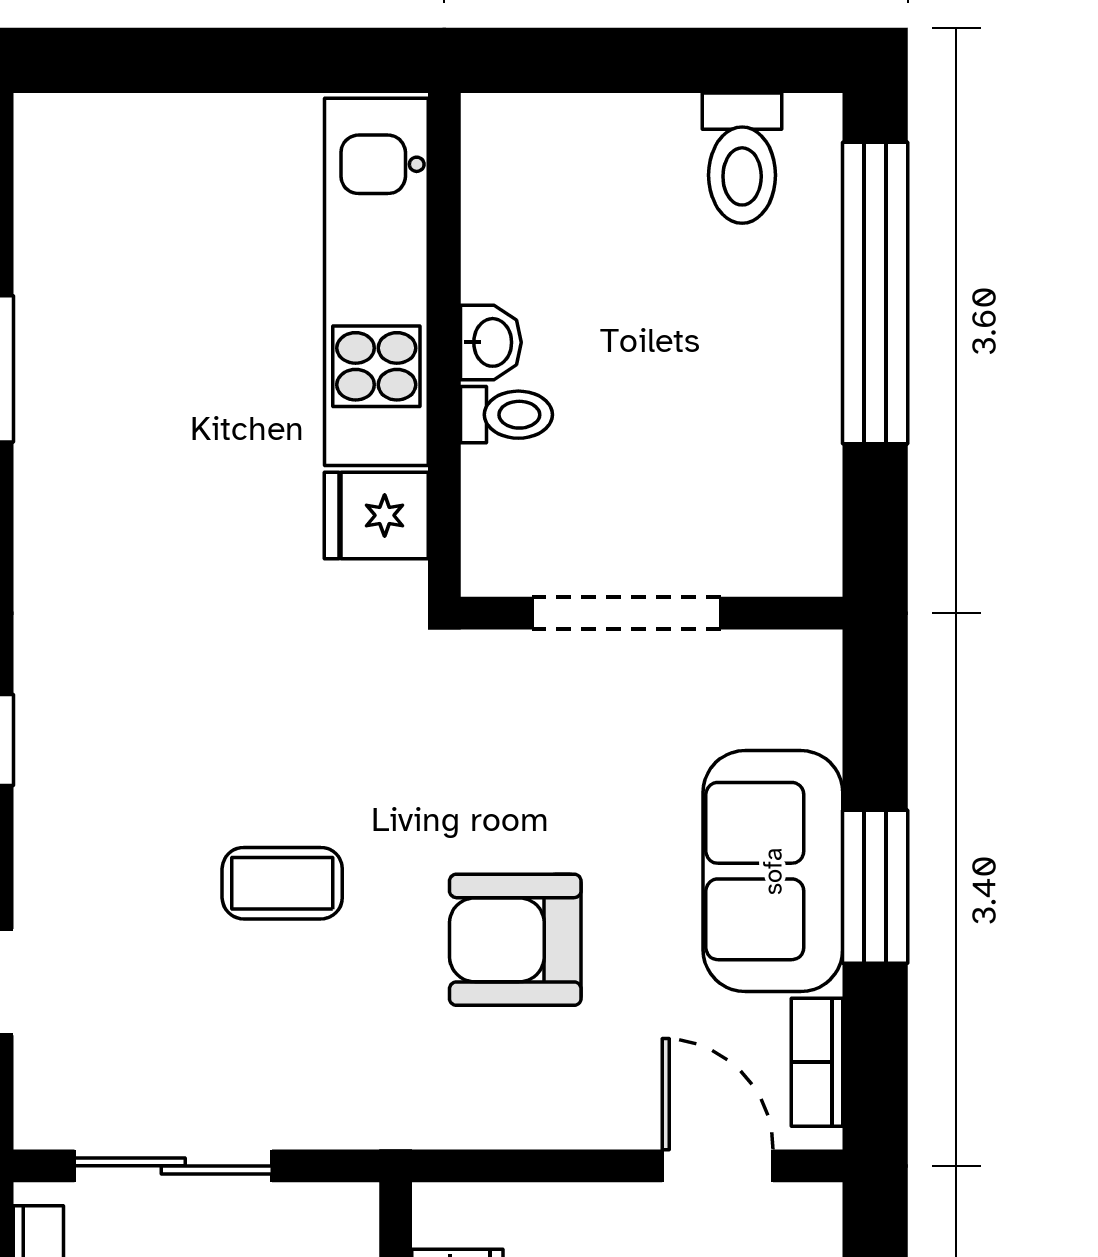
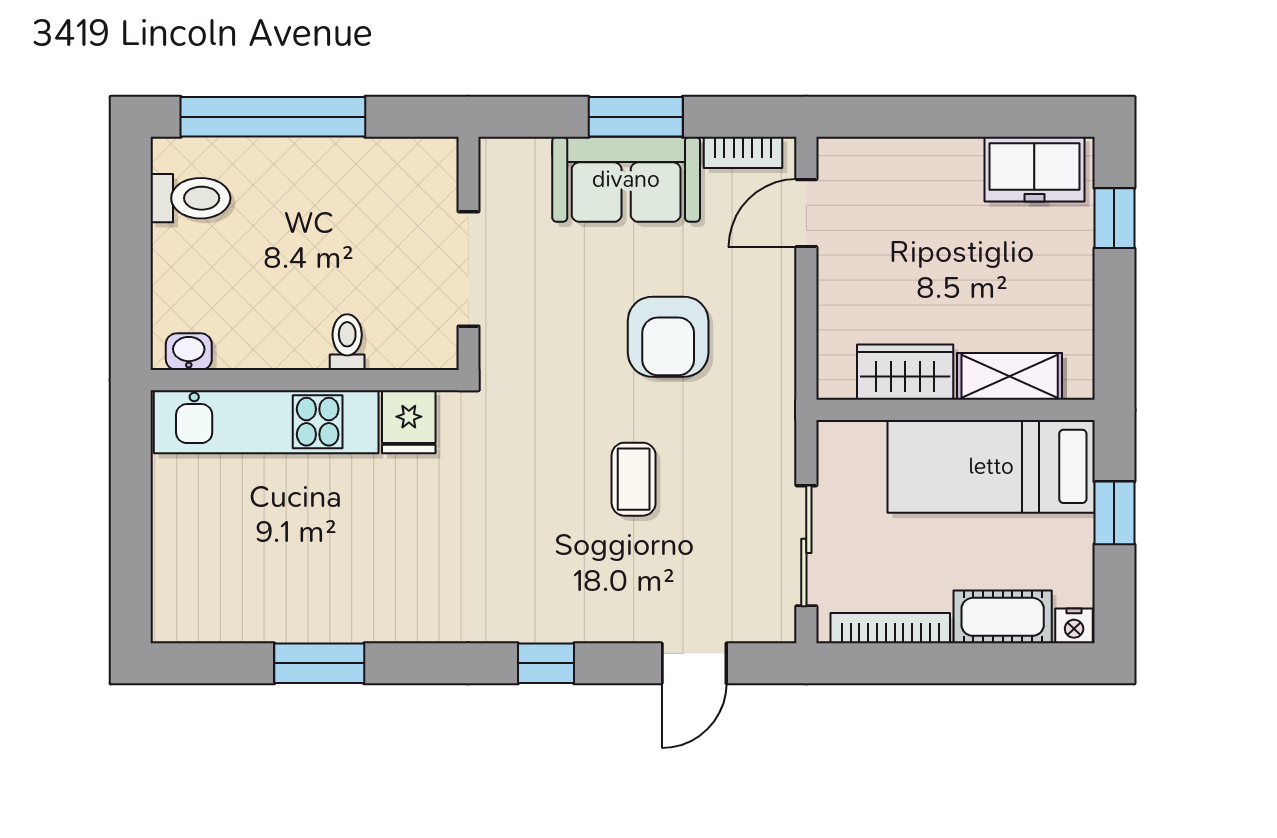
washbasin: (491, 342) -> (189, 352), moved

